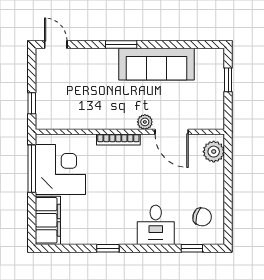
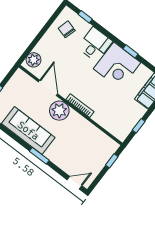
door: (56, 45) -> (75, 183), swing flipped
plant: (145, 122) -> (59, 111), width x1.87, depth x1.87
window: (32, 169) -> (139, 126), width x0.46
corner desk: (60, 169) -> (117, 66), moved, turned -90

